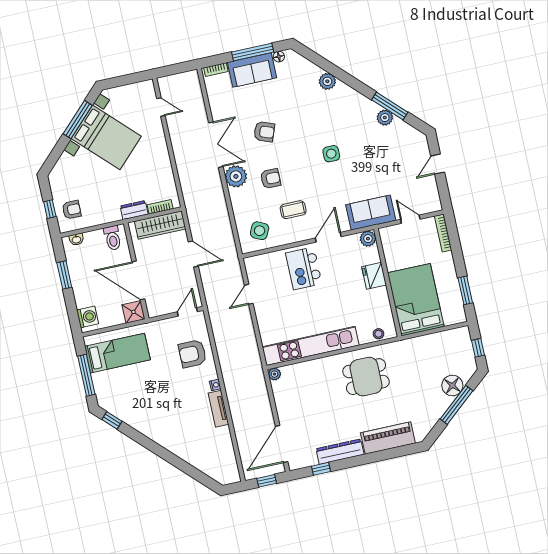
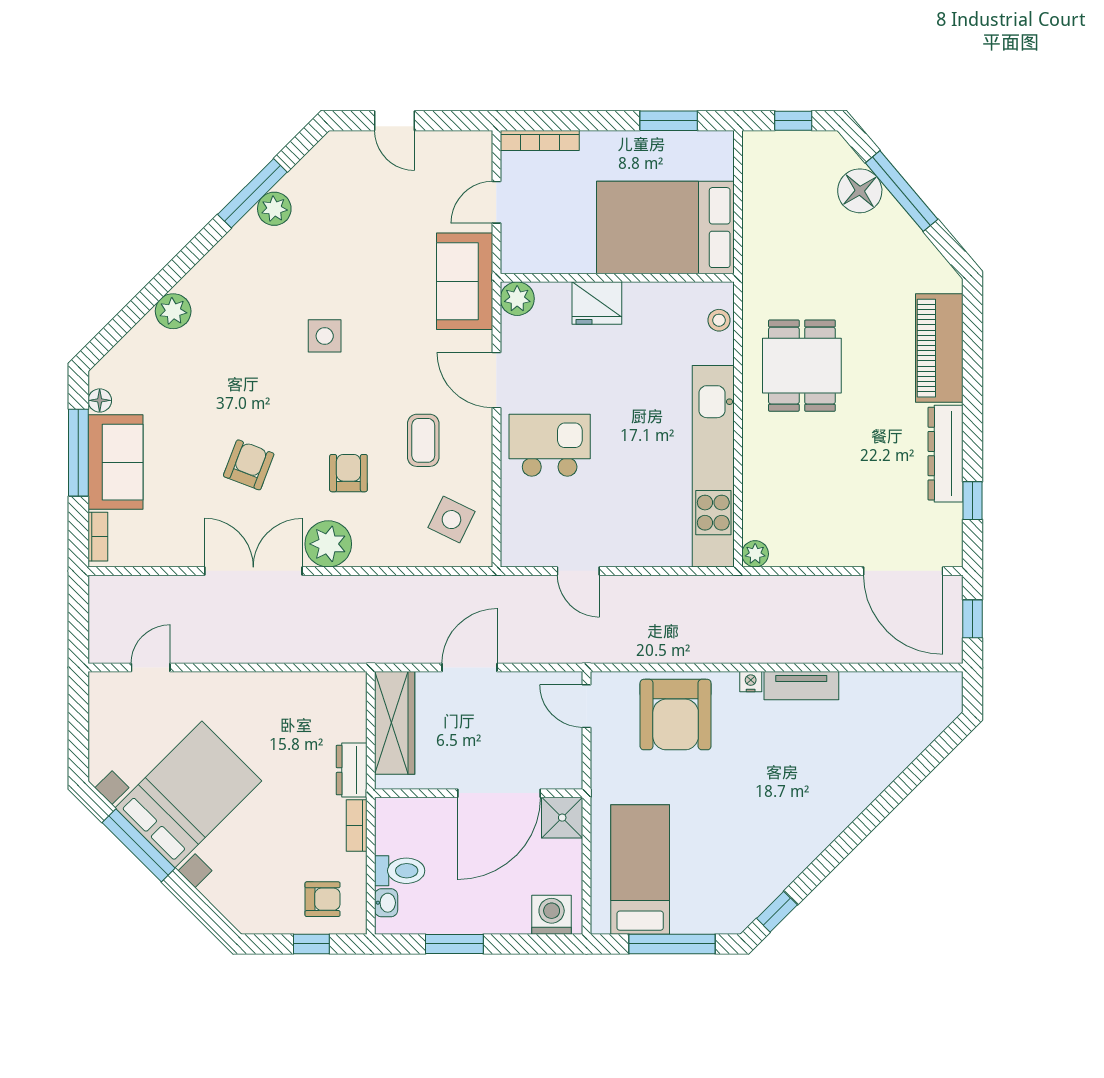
bookcase: (160, 207) -> (357, 826), moved
armchair: (72, 210) -> (323, 899), turned 90
toilet: (113, 238) -> (400, 871), moved
kitchen island: (304, 268) -> (550, 445), turned 180
armchair: (192, 354) -> (676, 715), width x1.36, depth x1.36

